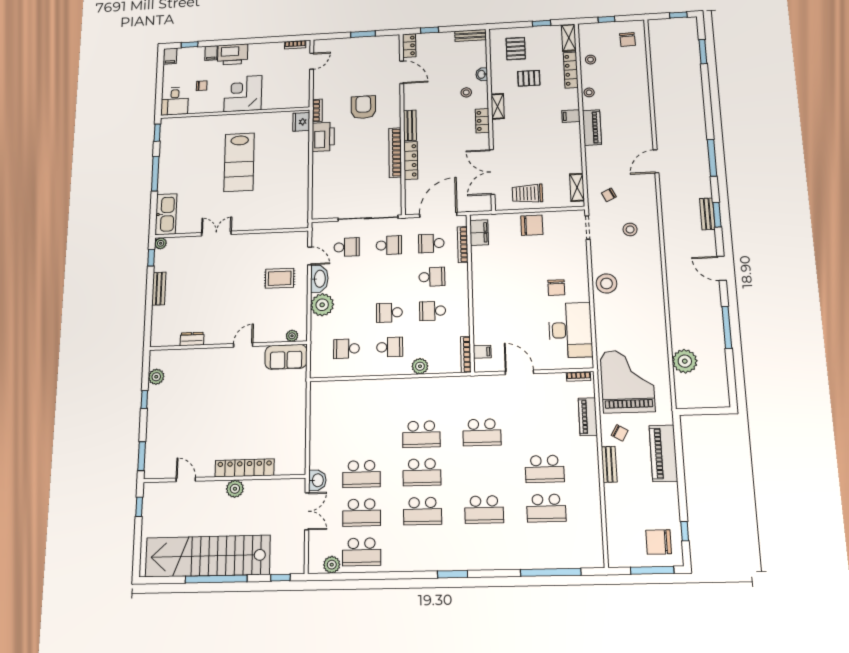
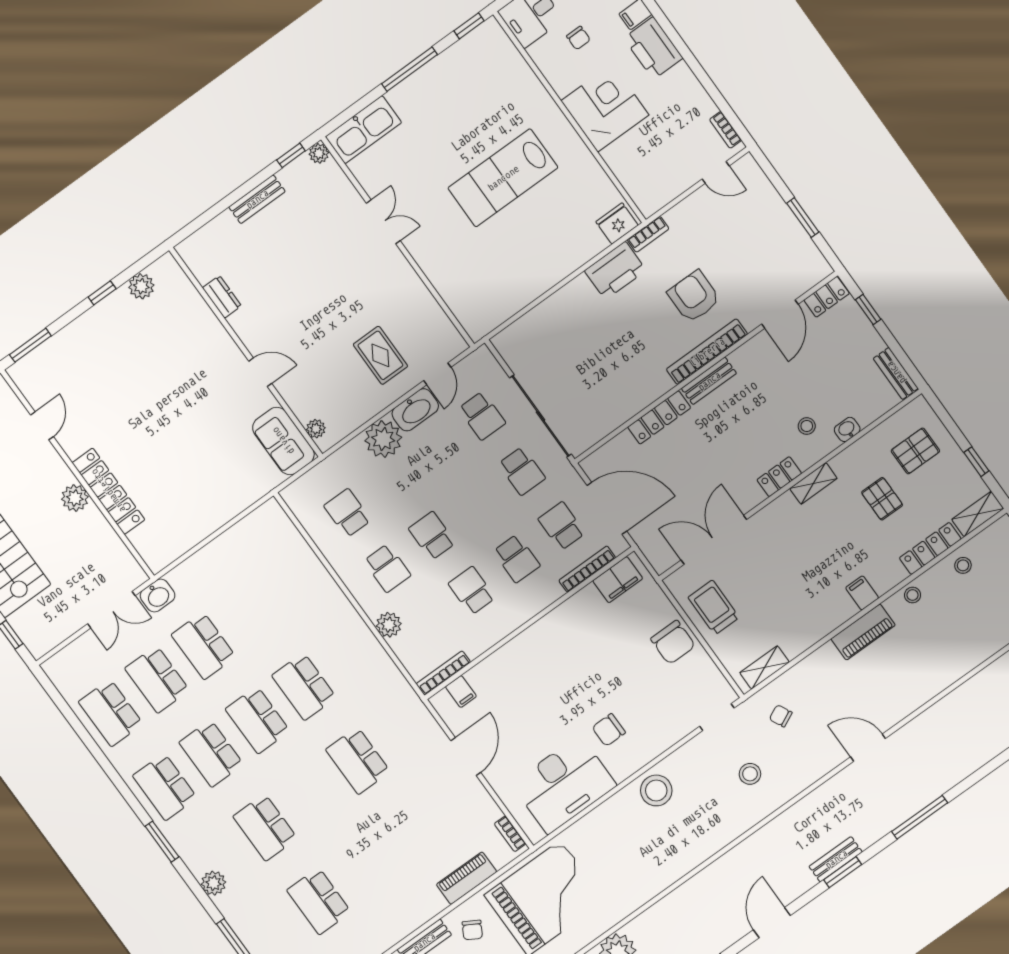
armchair: (363, 107) -> (694, 297), turned -90
bookcase: (395, 153) -> (707, 352), moved
school desk: (545, 469) -> (165, 787), moved
plant: (332, 565) -> (214, 883), moved

